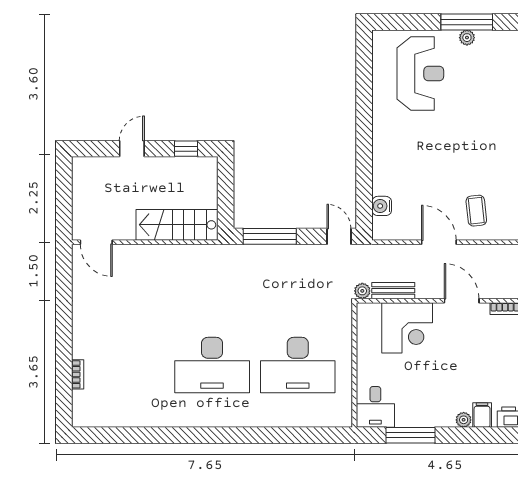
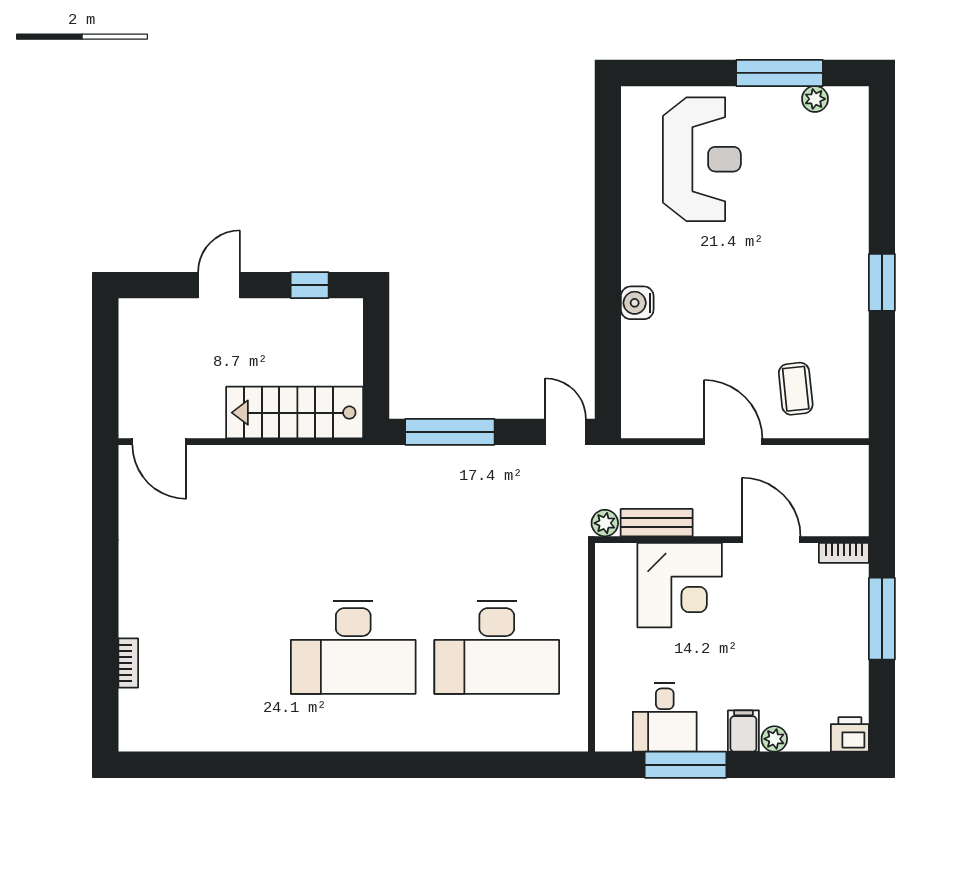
plant: (467, 38) -> (815, 99), moved
water cooler: (382, 206) -> (637, 303), moved
desk: (375, 407) -> (665, 717), moved
filing cabinet: (482, 415) -> (743, 731), moved

